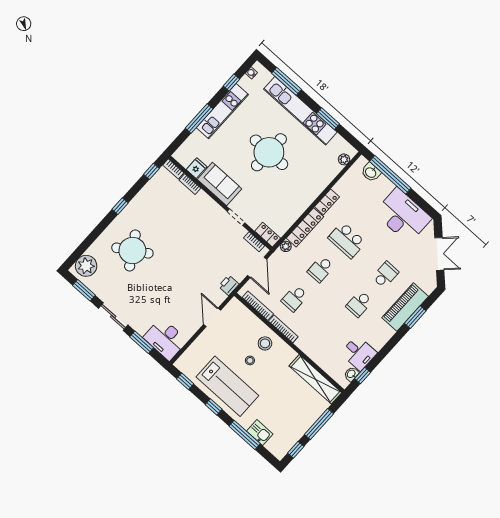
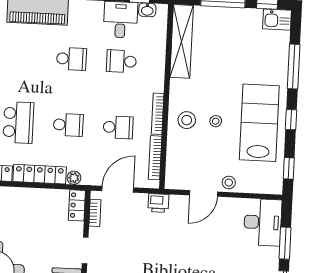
school desk: (385, 275) -> (121, 61), moved
stool: (206, 338) -> (229, 182), added
kitchen sink: (260, 433) -> (277, 20), moved, turned -90

